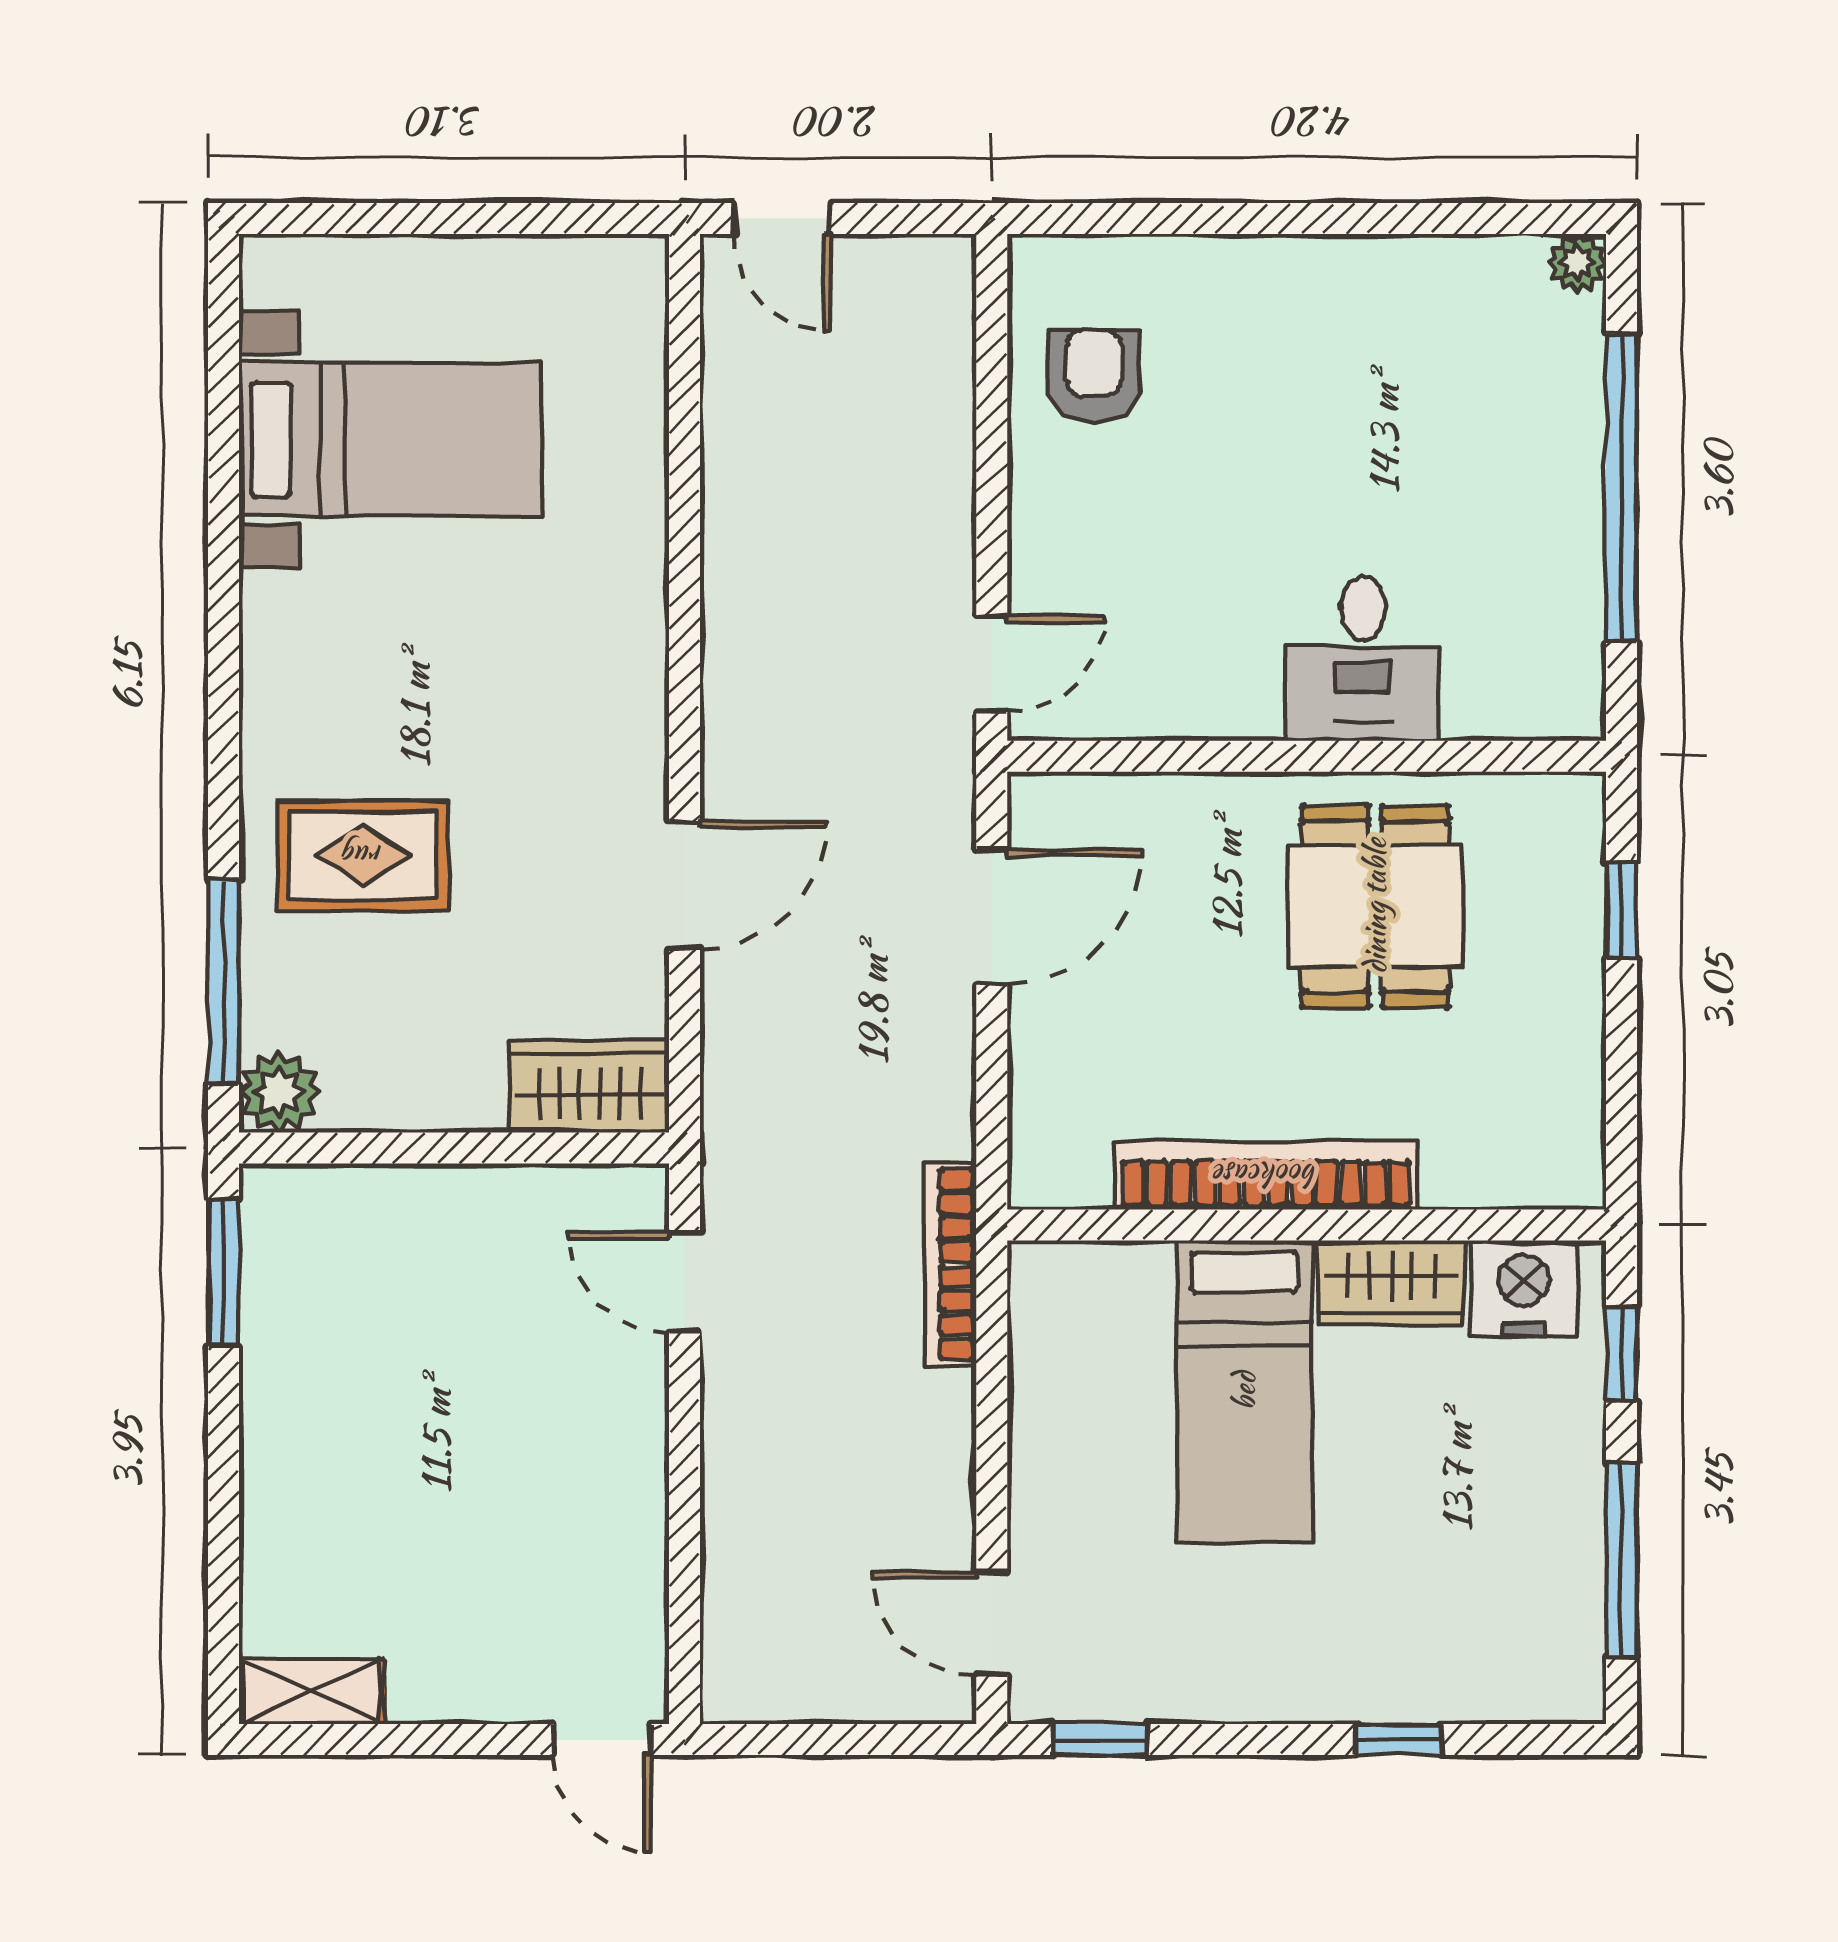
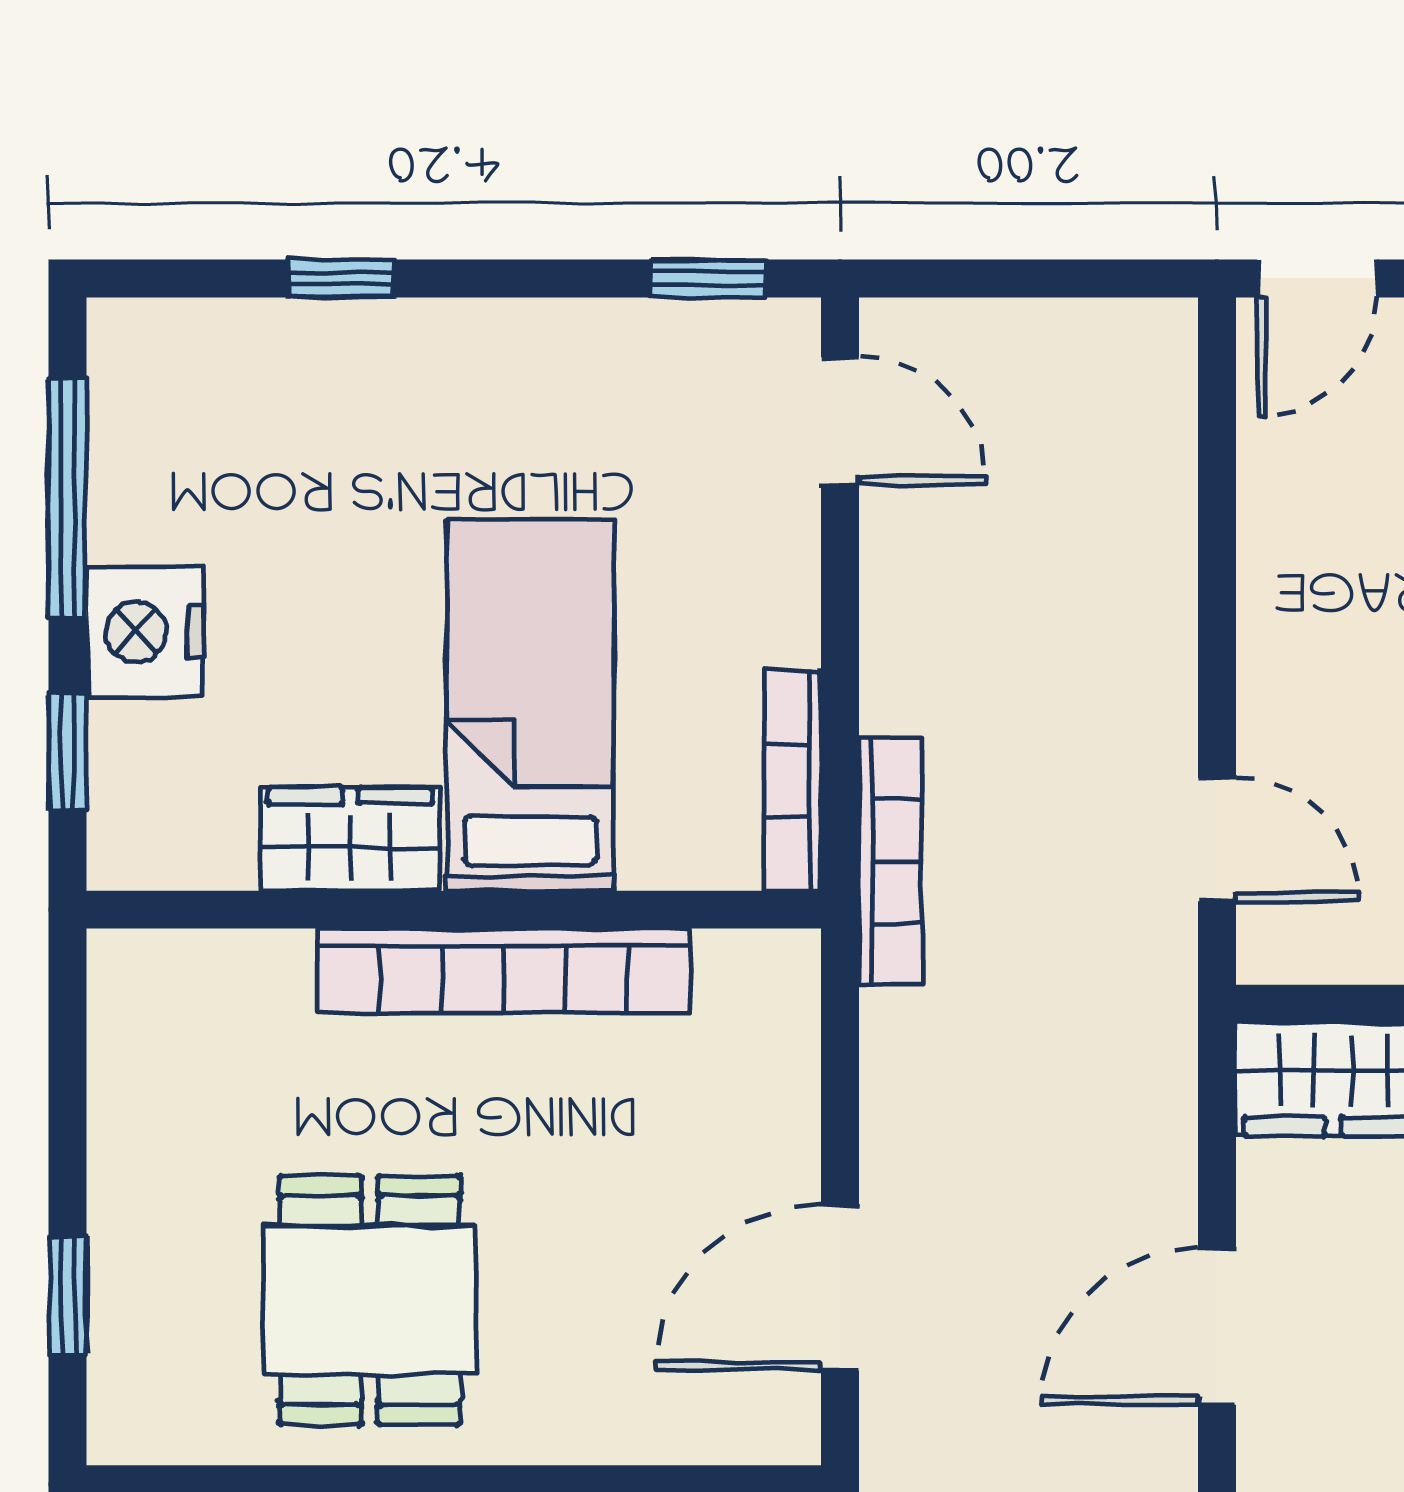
nightstand: (1524, 1288) -> (145, 632), moved, turned 90
bookcase: (1030, 1331) -> (793, 780), added
door: (603, 1740) -> (1317, 278), swing flipped

